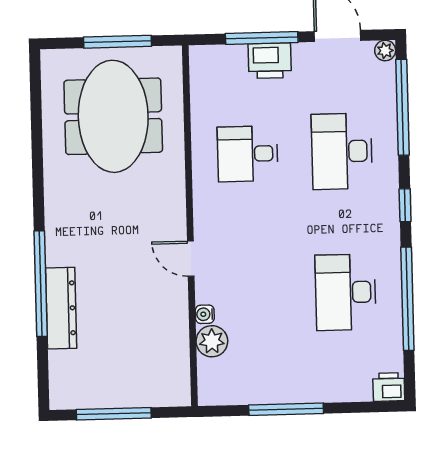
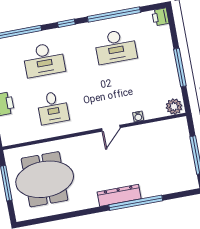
dresser: (61, 308) -> (119, 195), moved
plant: (212, 341) -> (174, 107), moved

